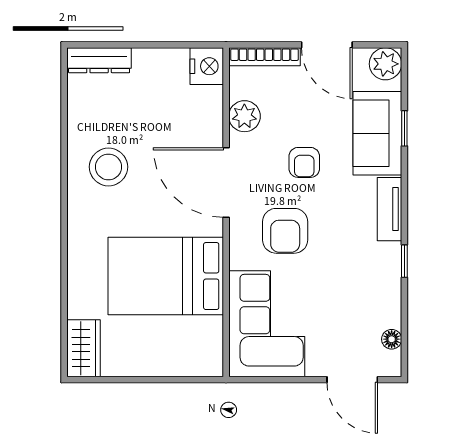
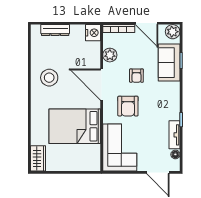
dresser: (99, 60) -> (55, 30), moved
tv unit: (389, 209) -> (174, 135), moved

